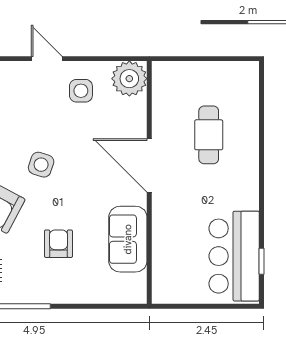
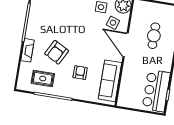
side table: (41, 165) -> (113, 23), moved
sofa: (128, 239) -> (110, 81), width x1.36

